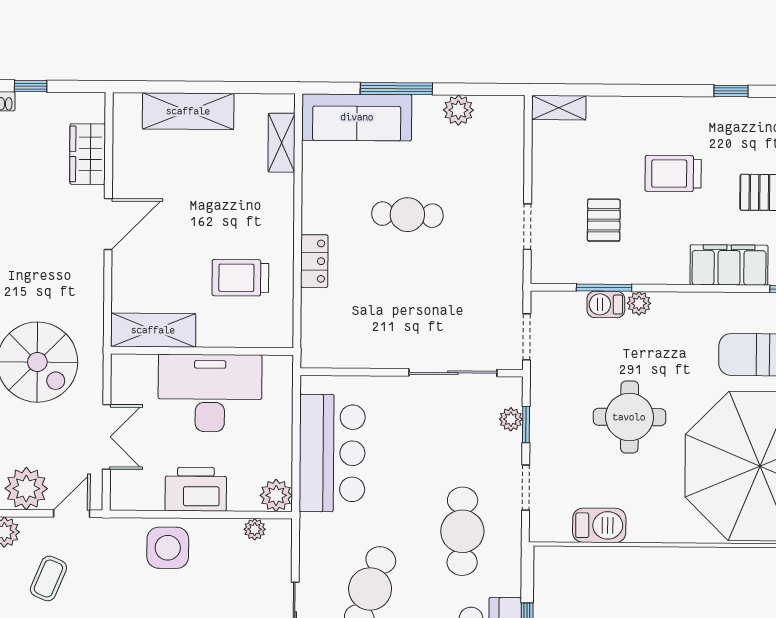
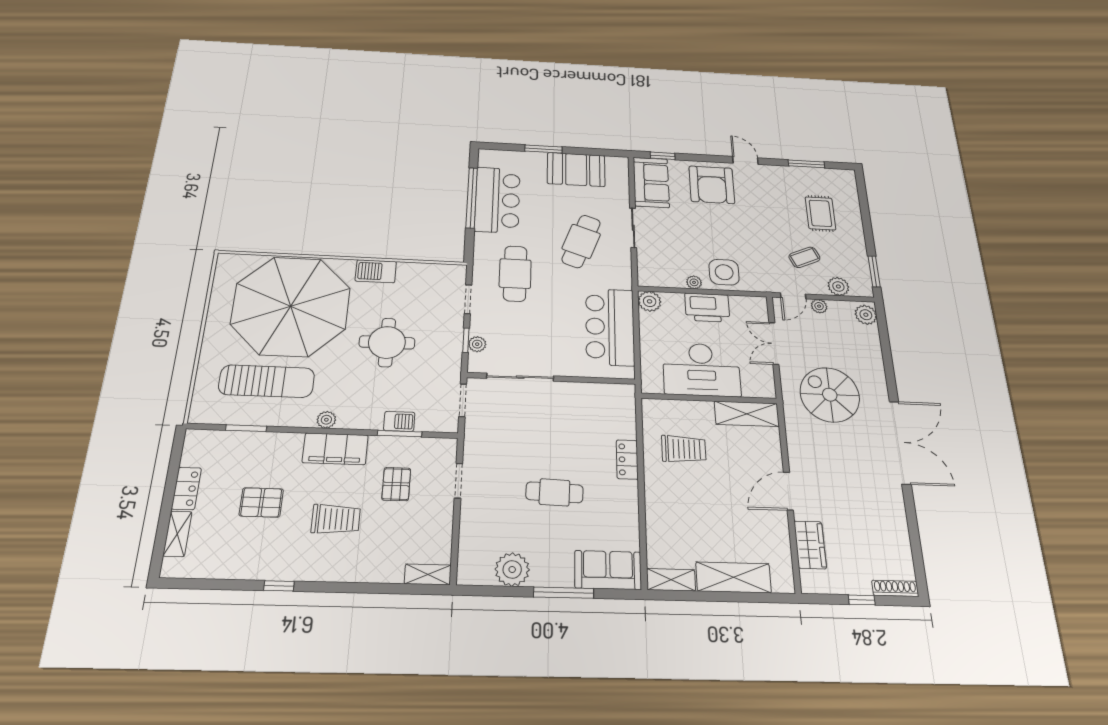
plant: (458, 110) -> (512, 569), width x1.36, depth x1.36
sofa: (357, 117) -> (608, 570), width x0.73
shelving: (282, 143) -> (671, 580), moved, turned 90
filing cabinet: (729, 265) -> (335, 449), moved
plant: (639, 303) -> (326, 420), moved
plant: (26, 489) -> (819, 306), width x0.53, depth x0.53
barbecue: (599, 525) -> (376, 271), moved
plant: (255, 529) -> (694, 282), moved
coffee table: (48, 578) -> (804, 257), turned 43

